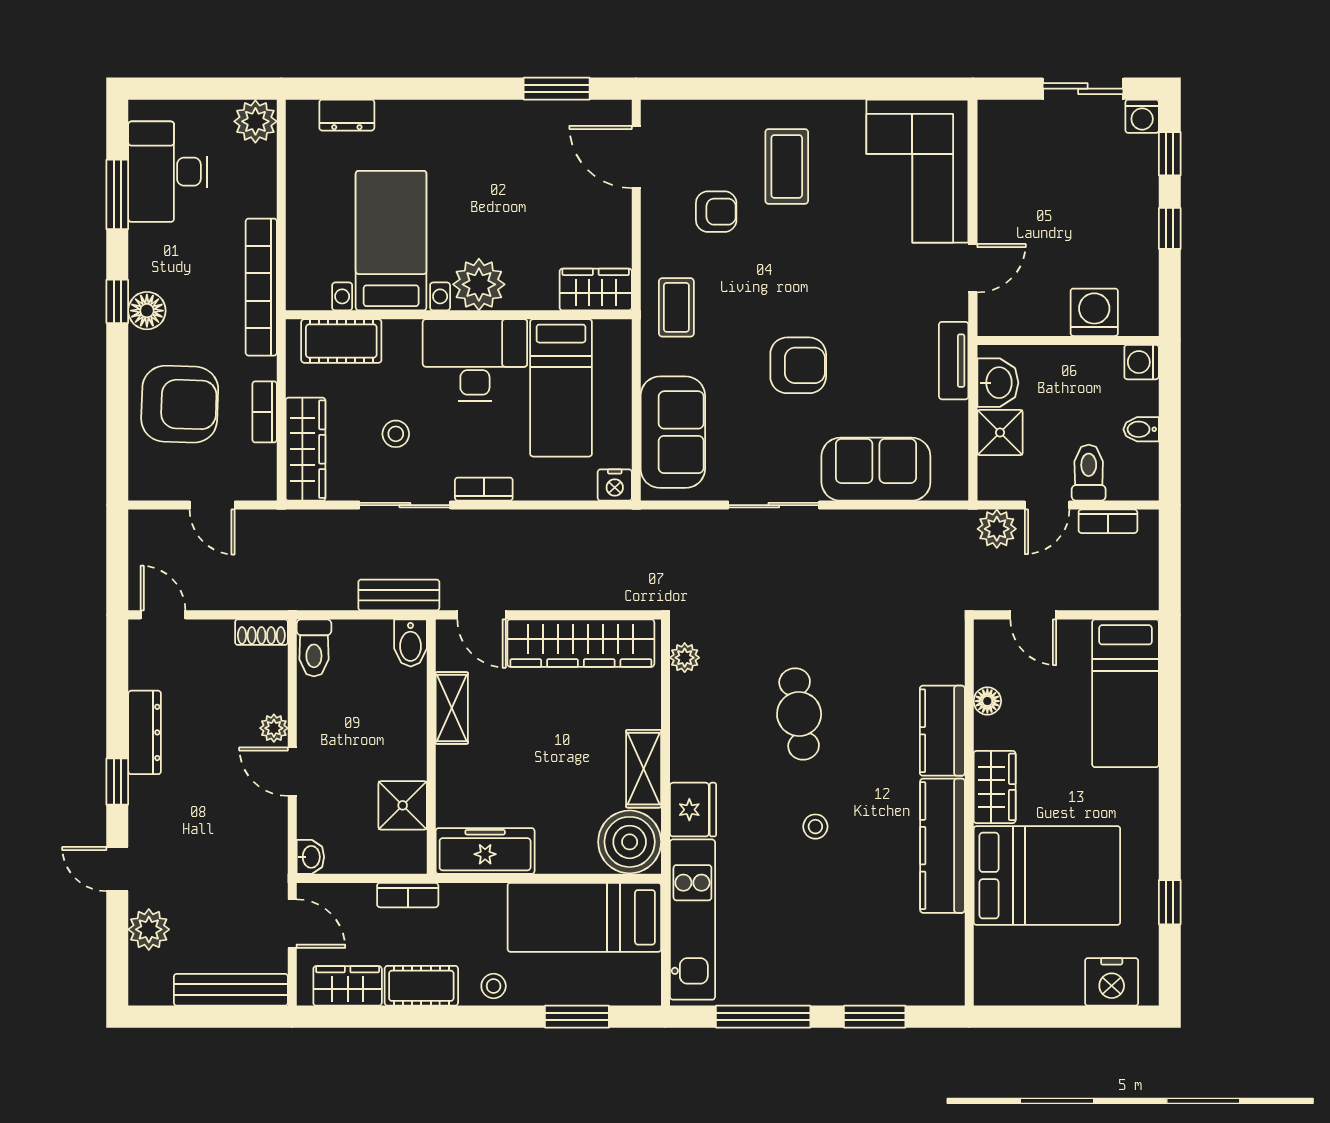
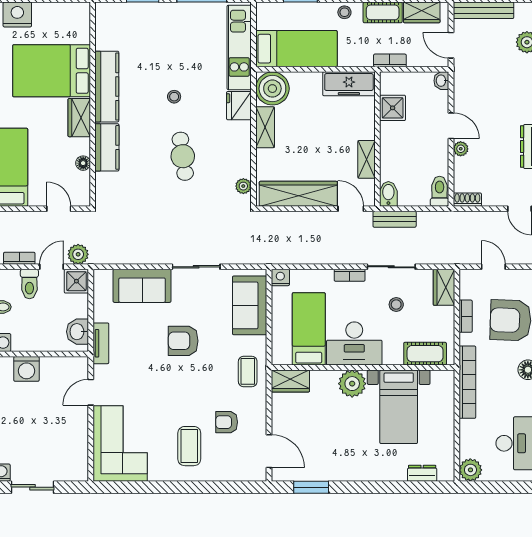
shower: (1000, 433) -> (76, 281), moved
wardrobe: (306, 449) -> (444, 287), width x0.67

